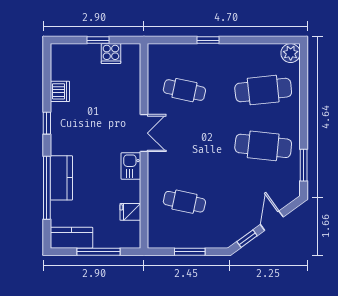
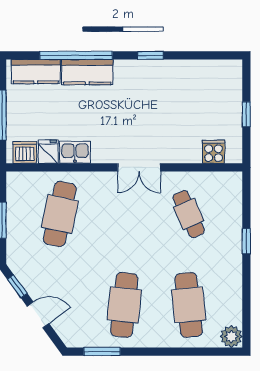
cooker: (111, 54) -> (214, 152), moved, turned 90
cafe table: (184, 90) -> (189, 214), turned -36
dishwasher: (60, 91) -> (25, 152), moved, turned 180
kitchen sink: (131, 166) -> (75, 152), moved
cafe table: (184, 202) -> (60, 214), width x1.37, depth x1.35
kitchen counter: (71, 238) -> (36, 72), moved, turned 90

